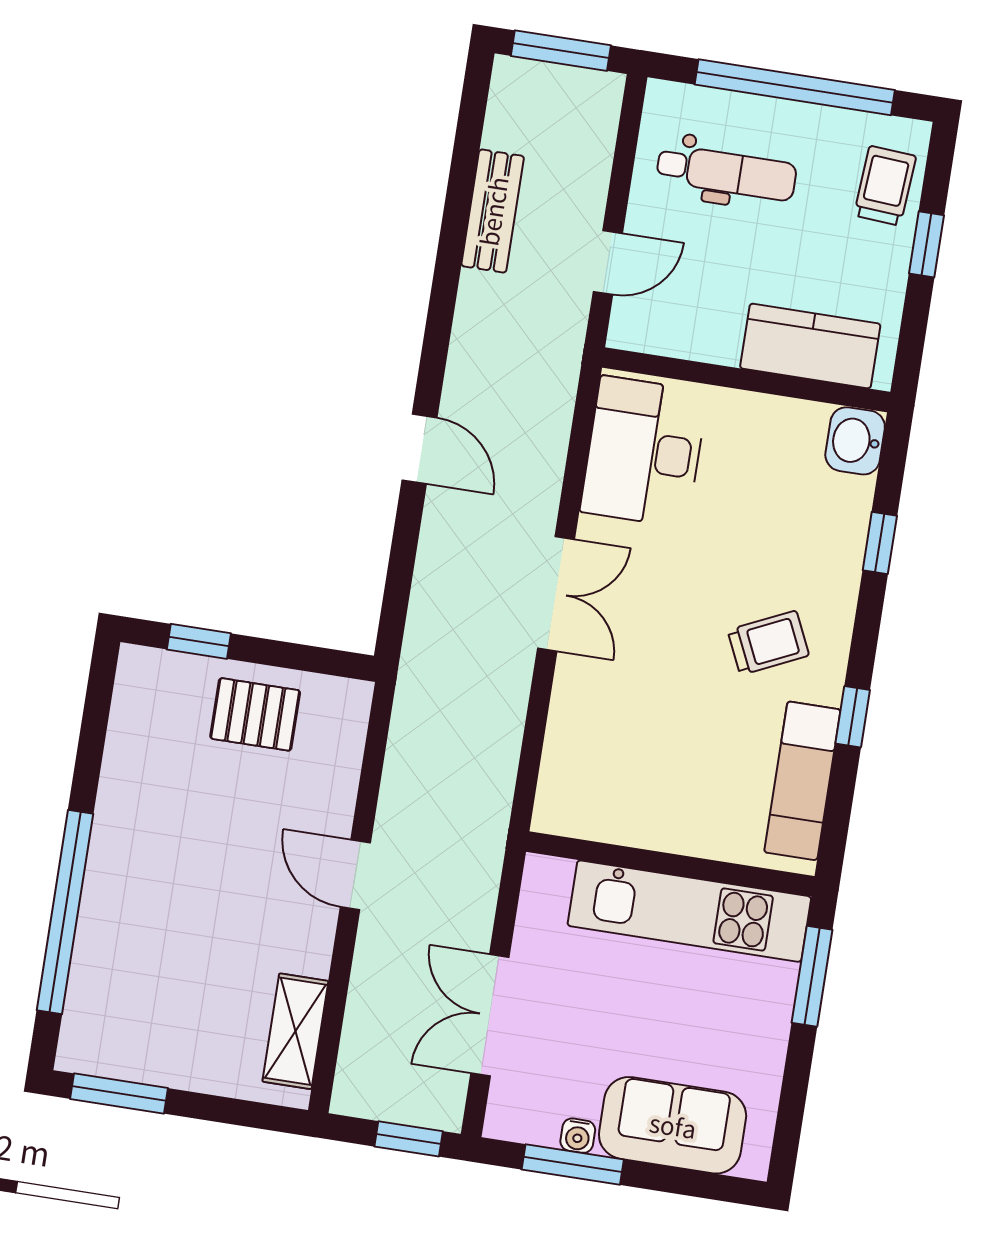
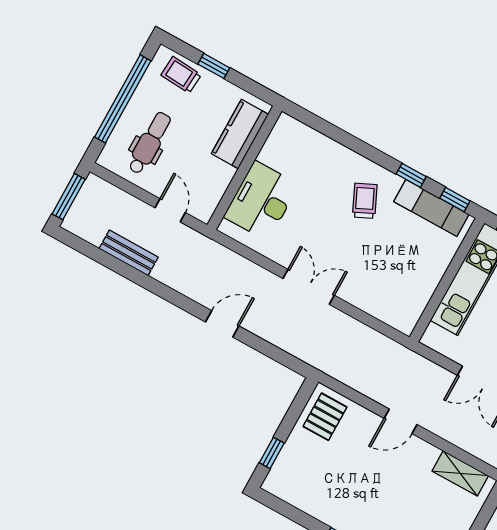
washbasin: (855, 441) -> (289, 129), removed
desk: (644, 452) -> (261, 201), moved, turned 90
window: (880, 543) -> (455, 200), moved
pallet: (255, 714) -> (325, 417), moved

